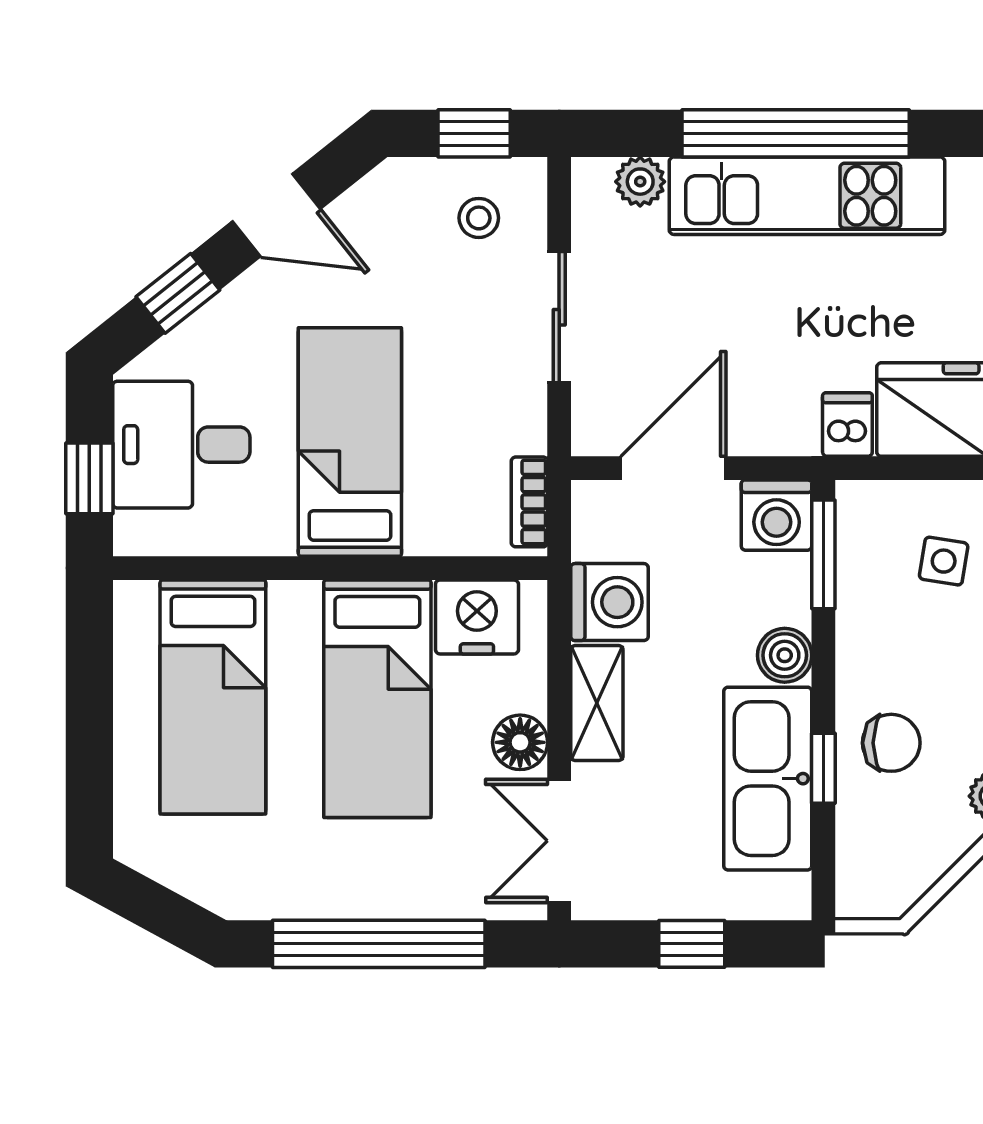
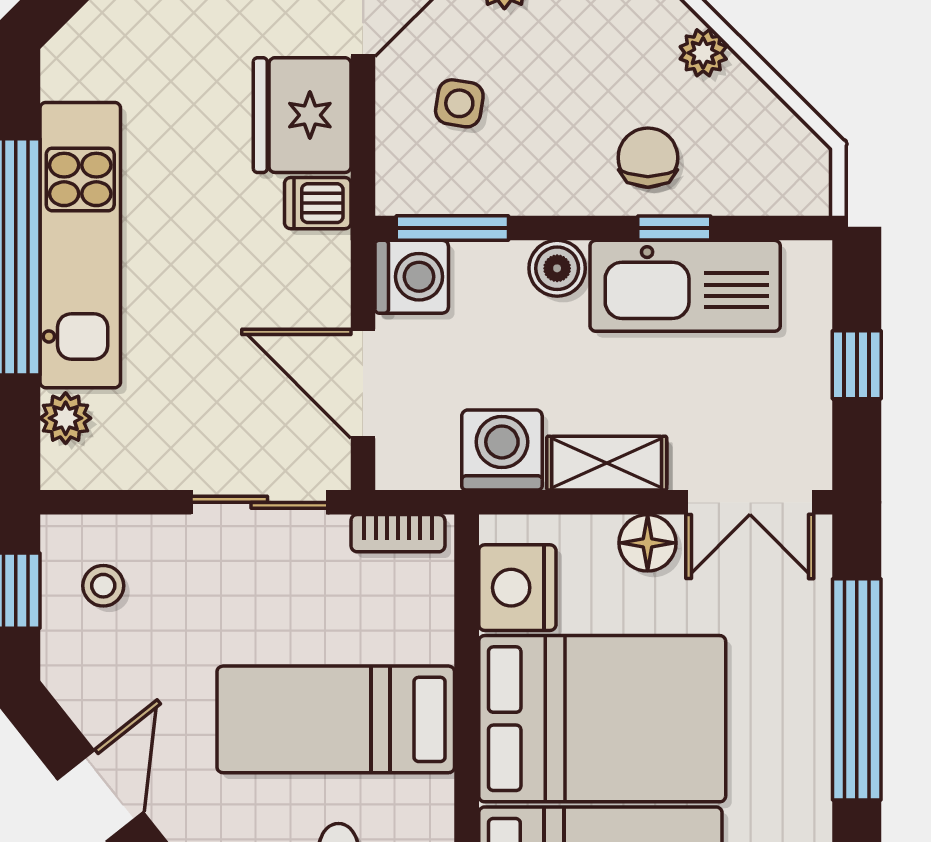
sliding door: (559, 317) -> (259, 502), moved
bed: (377, 699) -> (602, 719), width x1.50

